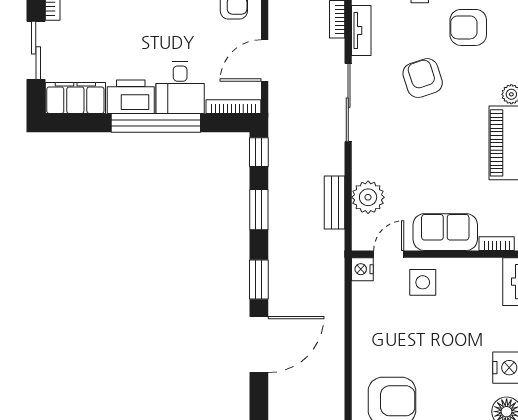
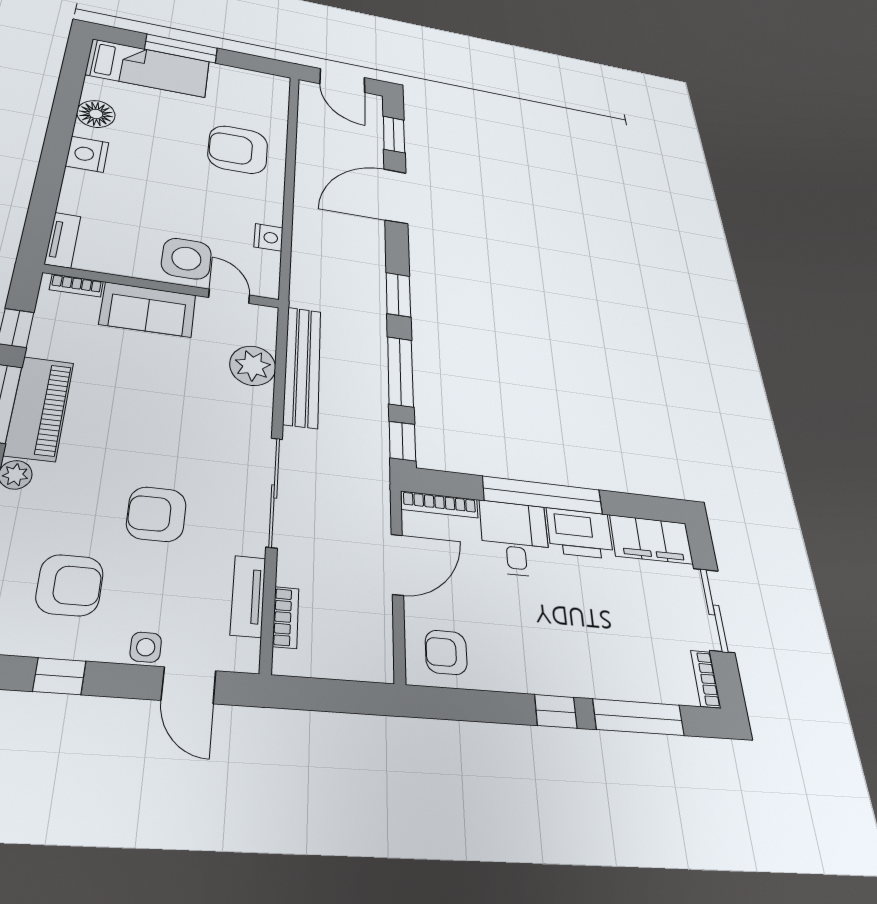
armchair: (423, 78) -> (156, 514), turned 108
bench: (335, 203) -> (302, 366), width x1.86, depth x1.21
window: (259, 210) -> (400, 371), width x1.44
door: (389, 254) -> (229, 296), swing flipped
nightstand: (362, 269) -> (269, 237), moved
side table: (423, 282) -> (186, 259), width x1.37, depth x1.37
door: (259, 344) -> (396, 196), moved

